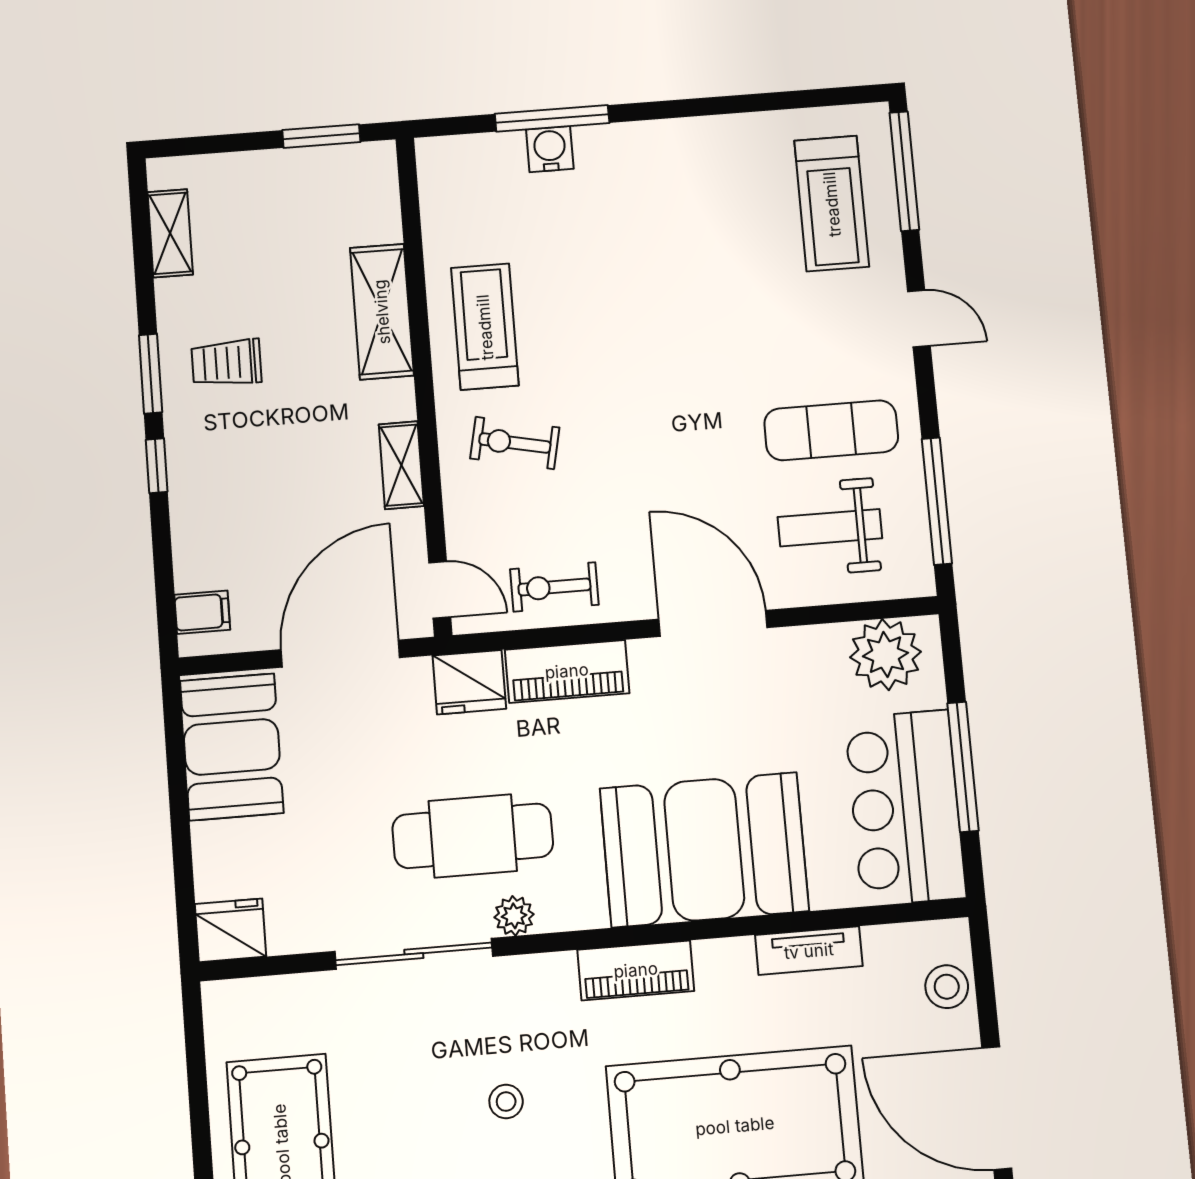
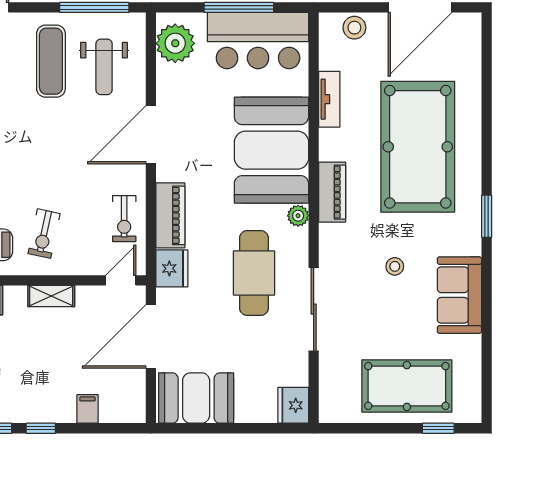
filing cabinet: (202, 612) -> (88, 409), moved
door: (340, 654) -> (151, 336), hinge flipped
plant: (514, 916) -> (298, 216), moved

